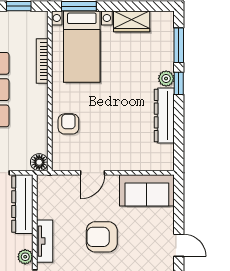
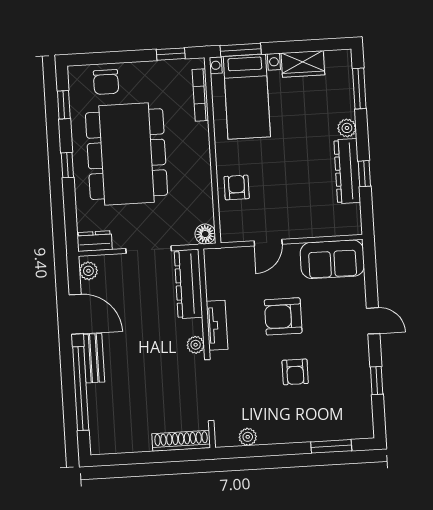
bookcase: (42, 61) -> (200, 95), moved
window: (179, 83) -> (364, 174), moved

